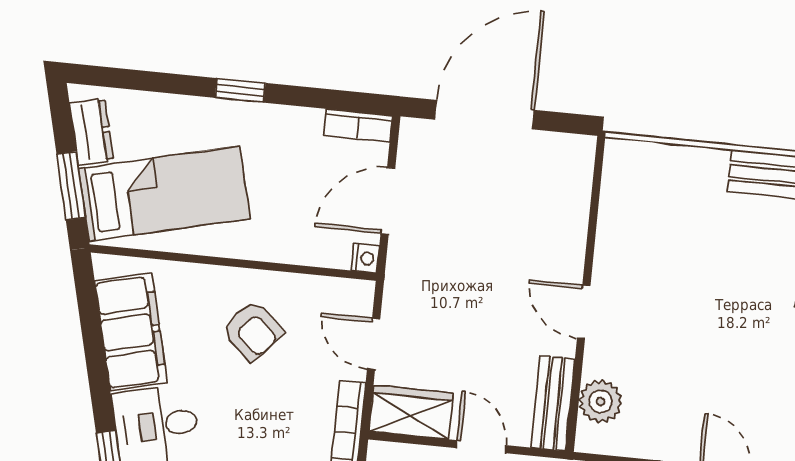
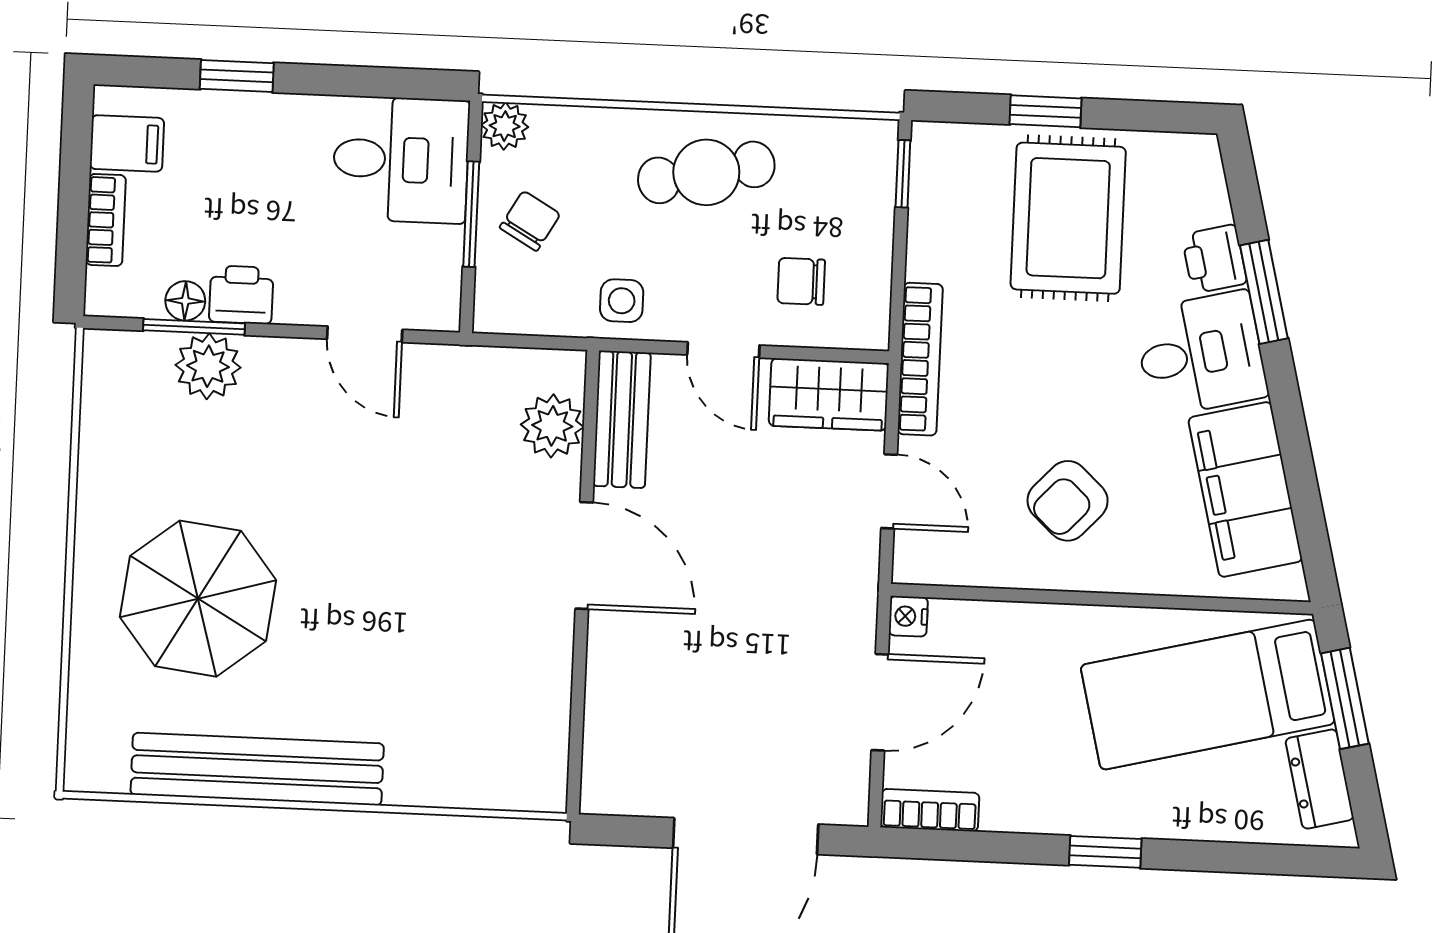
door: (584, 312) -> (584, 556), width x1.38
armchair: (252, 331) -> (1068, 501), turned -89

